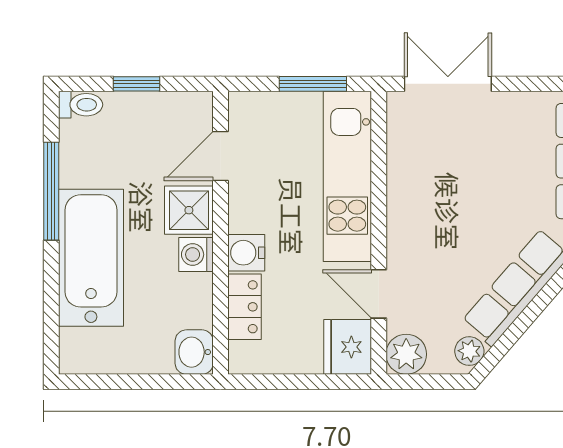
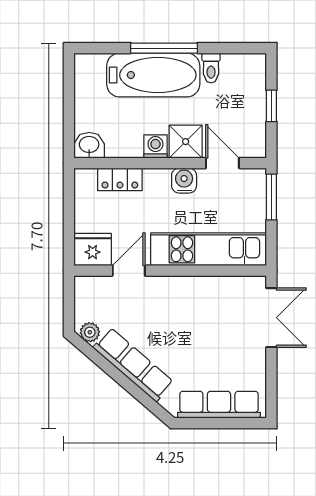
window: (313, 84) -> (271, 197), moved
toilet: (81, 105) -> (211, 68), moved
window: (51, 191) -> (164, 48), moved
water cooler: (246, 253) -> (184, 181), moved
plant: (406, 354) -> (88, 289), removed

